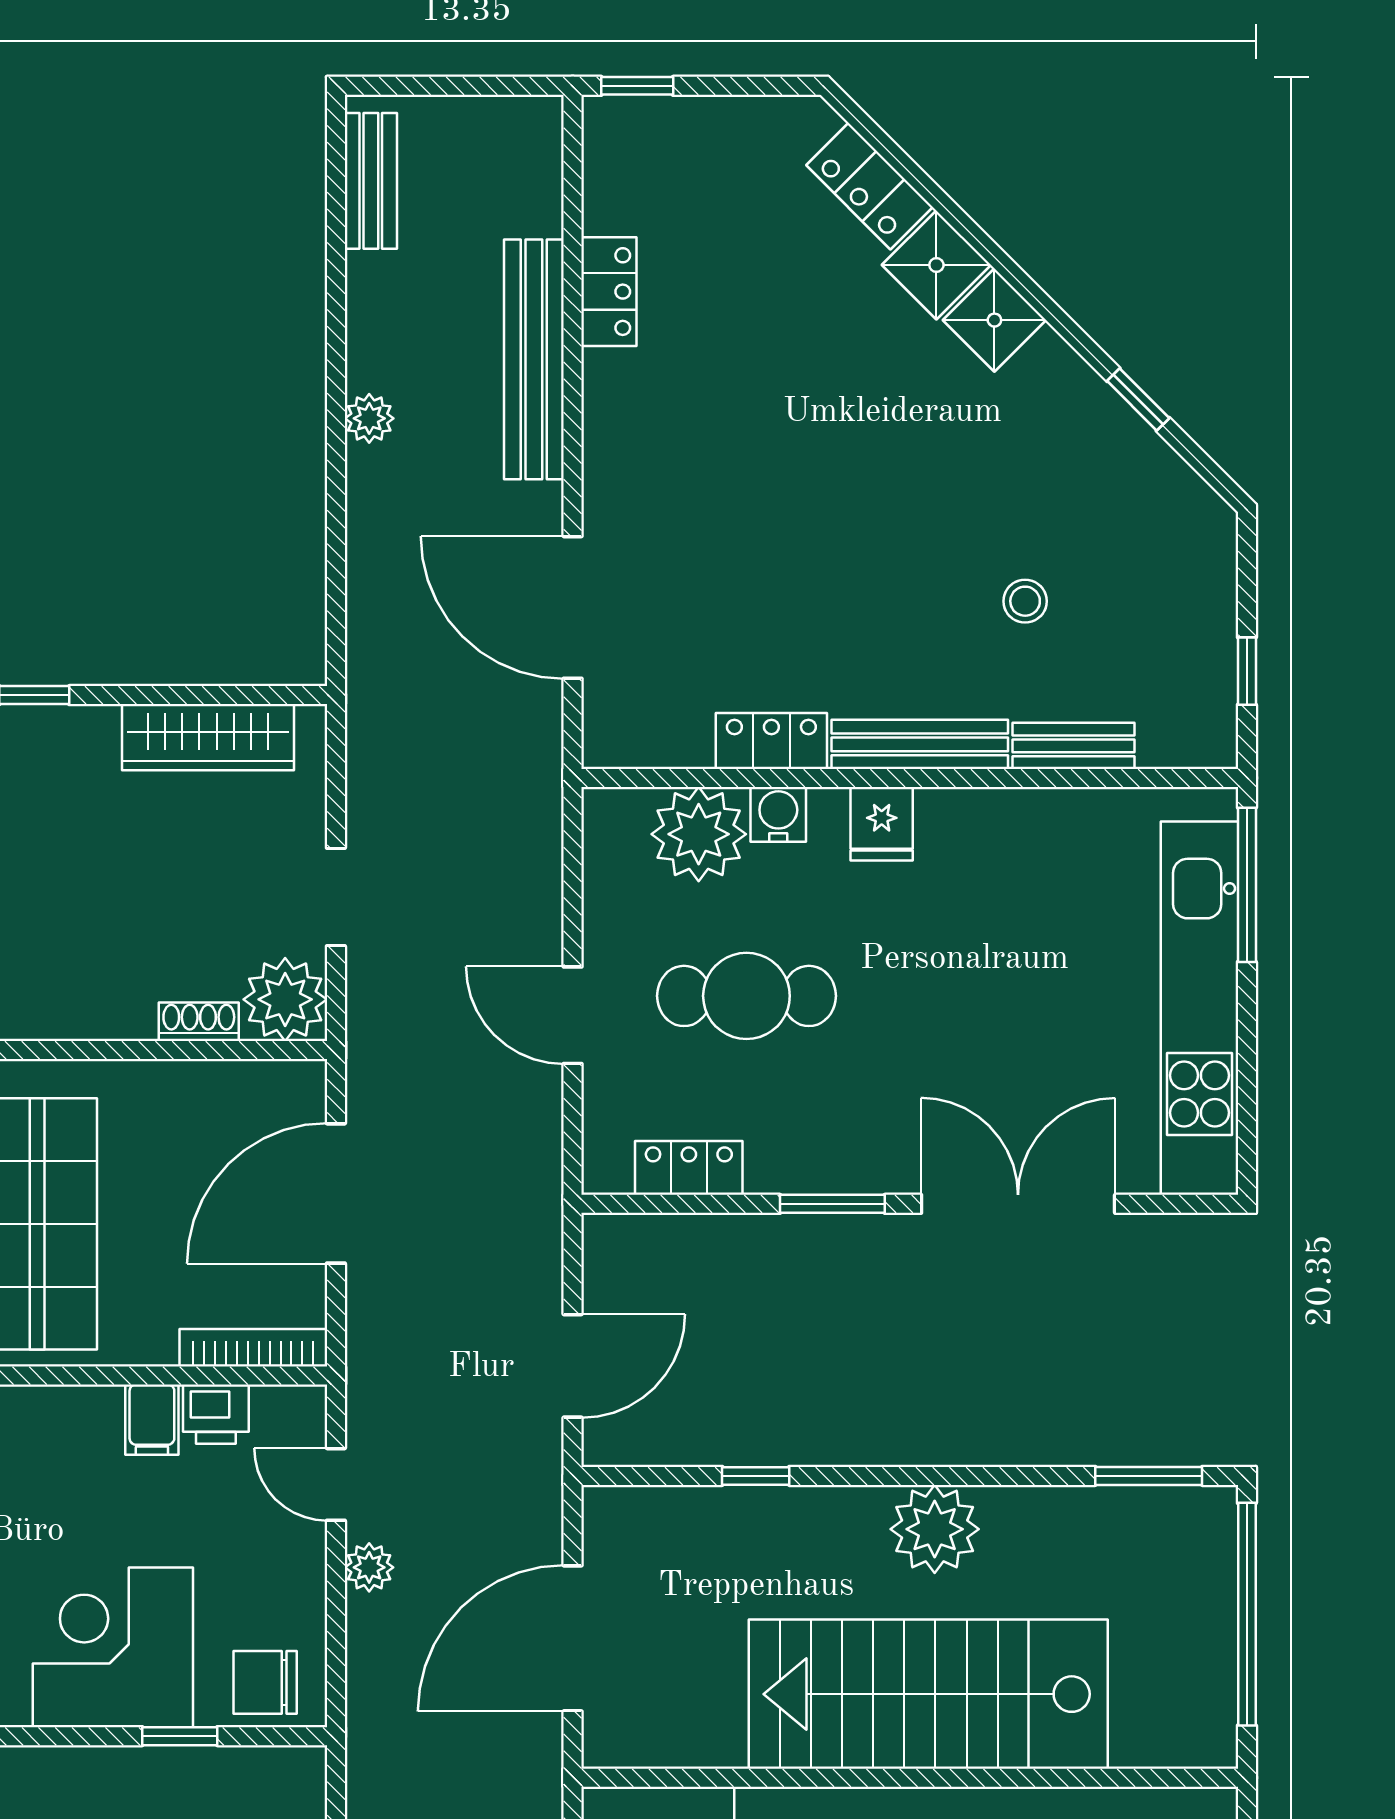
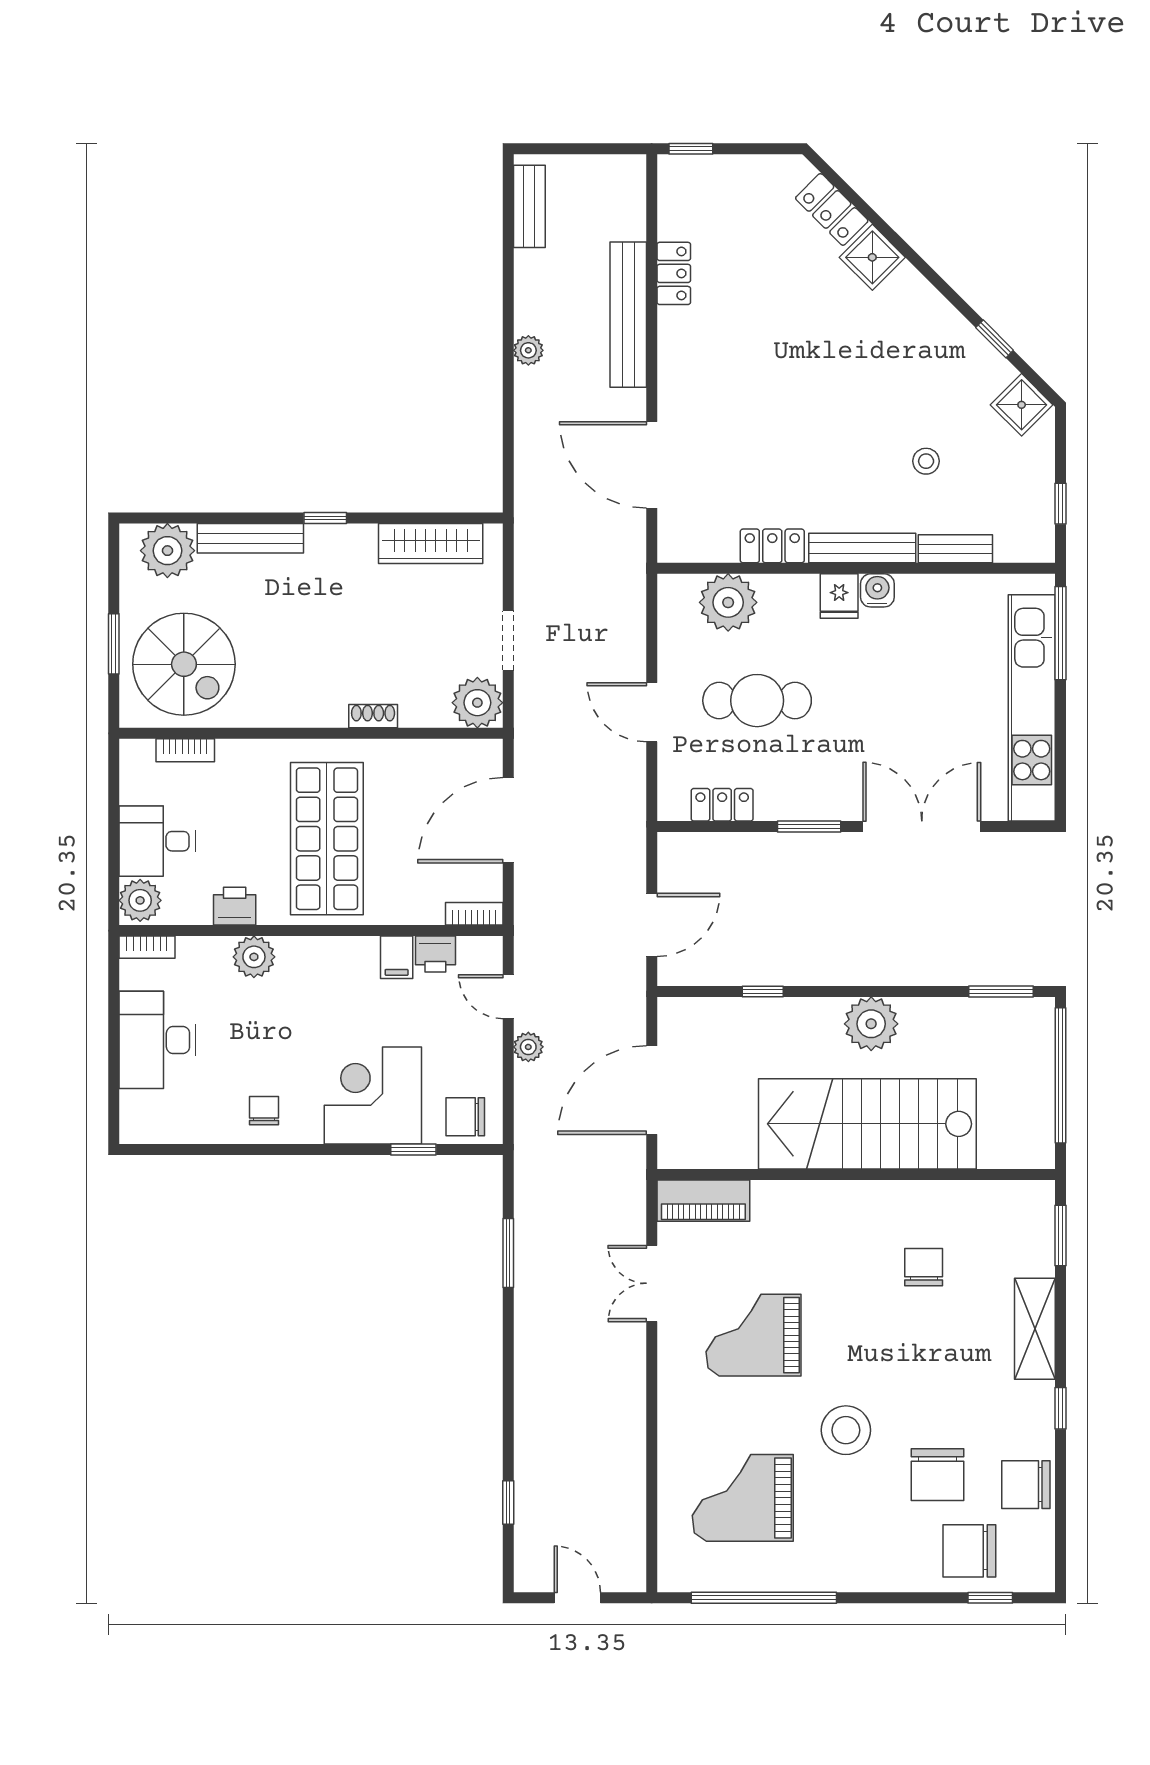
shower: (994, 320) -> (1022, 405), moved
water cooler: (778, 814) -> (877, 590), moved
shoe rack: (199, 1022) -> (373, 716), moved
bookcase: (253, 1348) -> (474, 914), width x0.64

